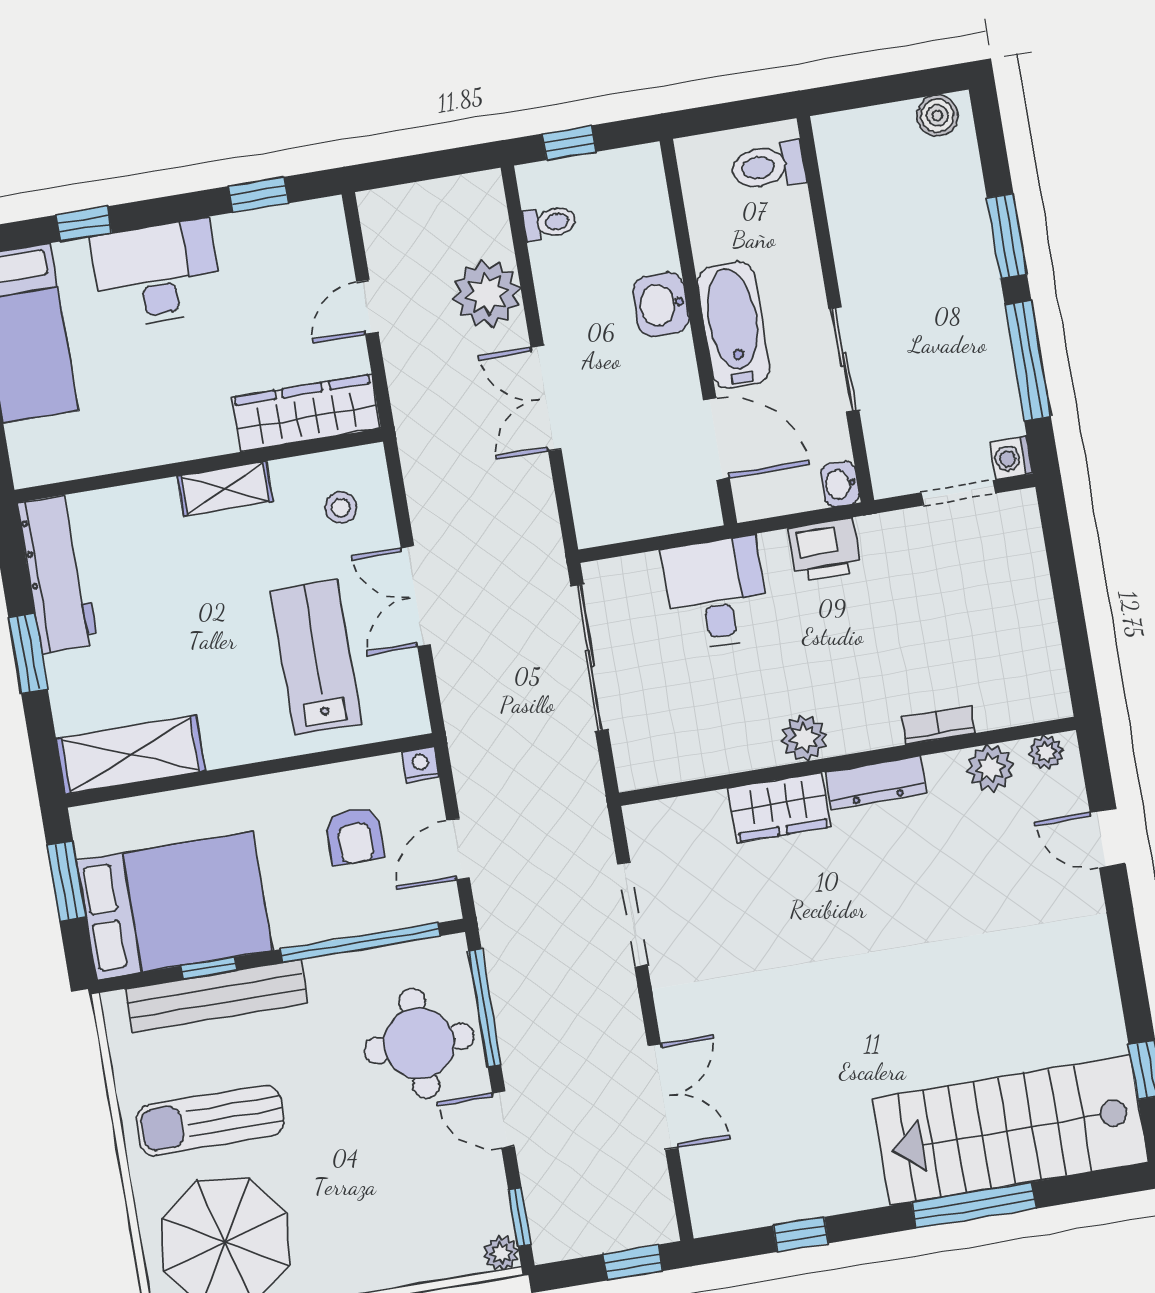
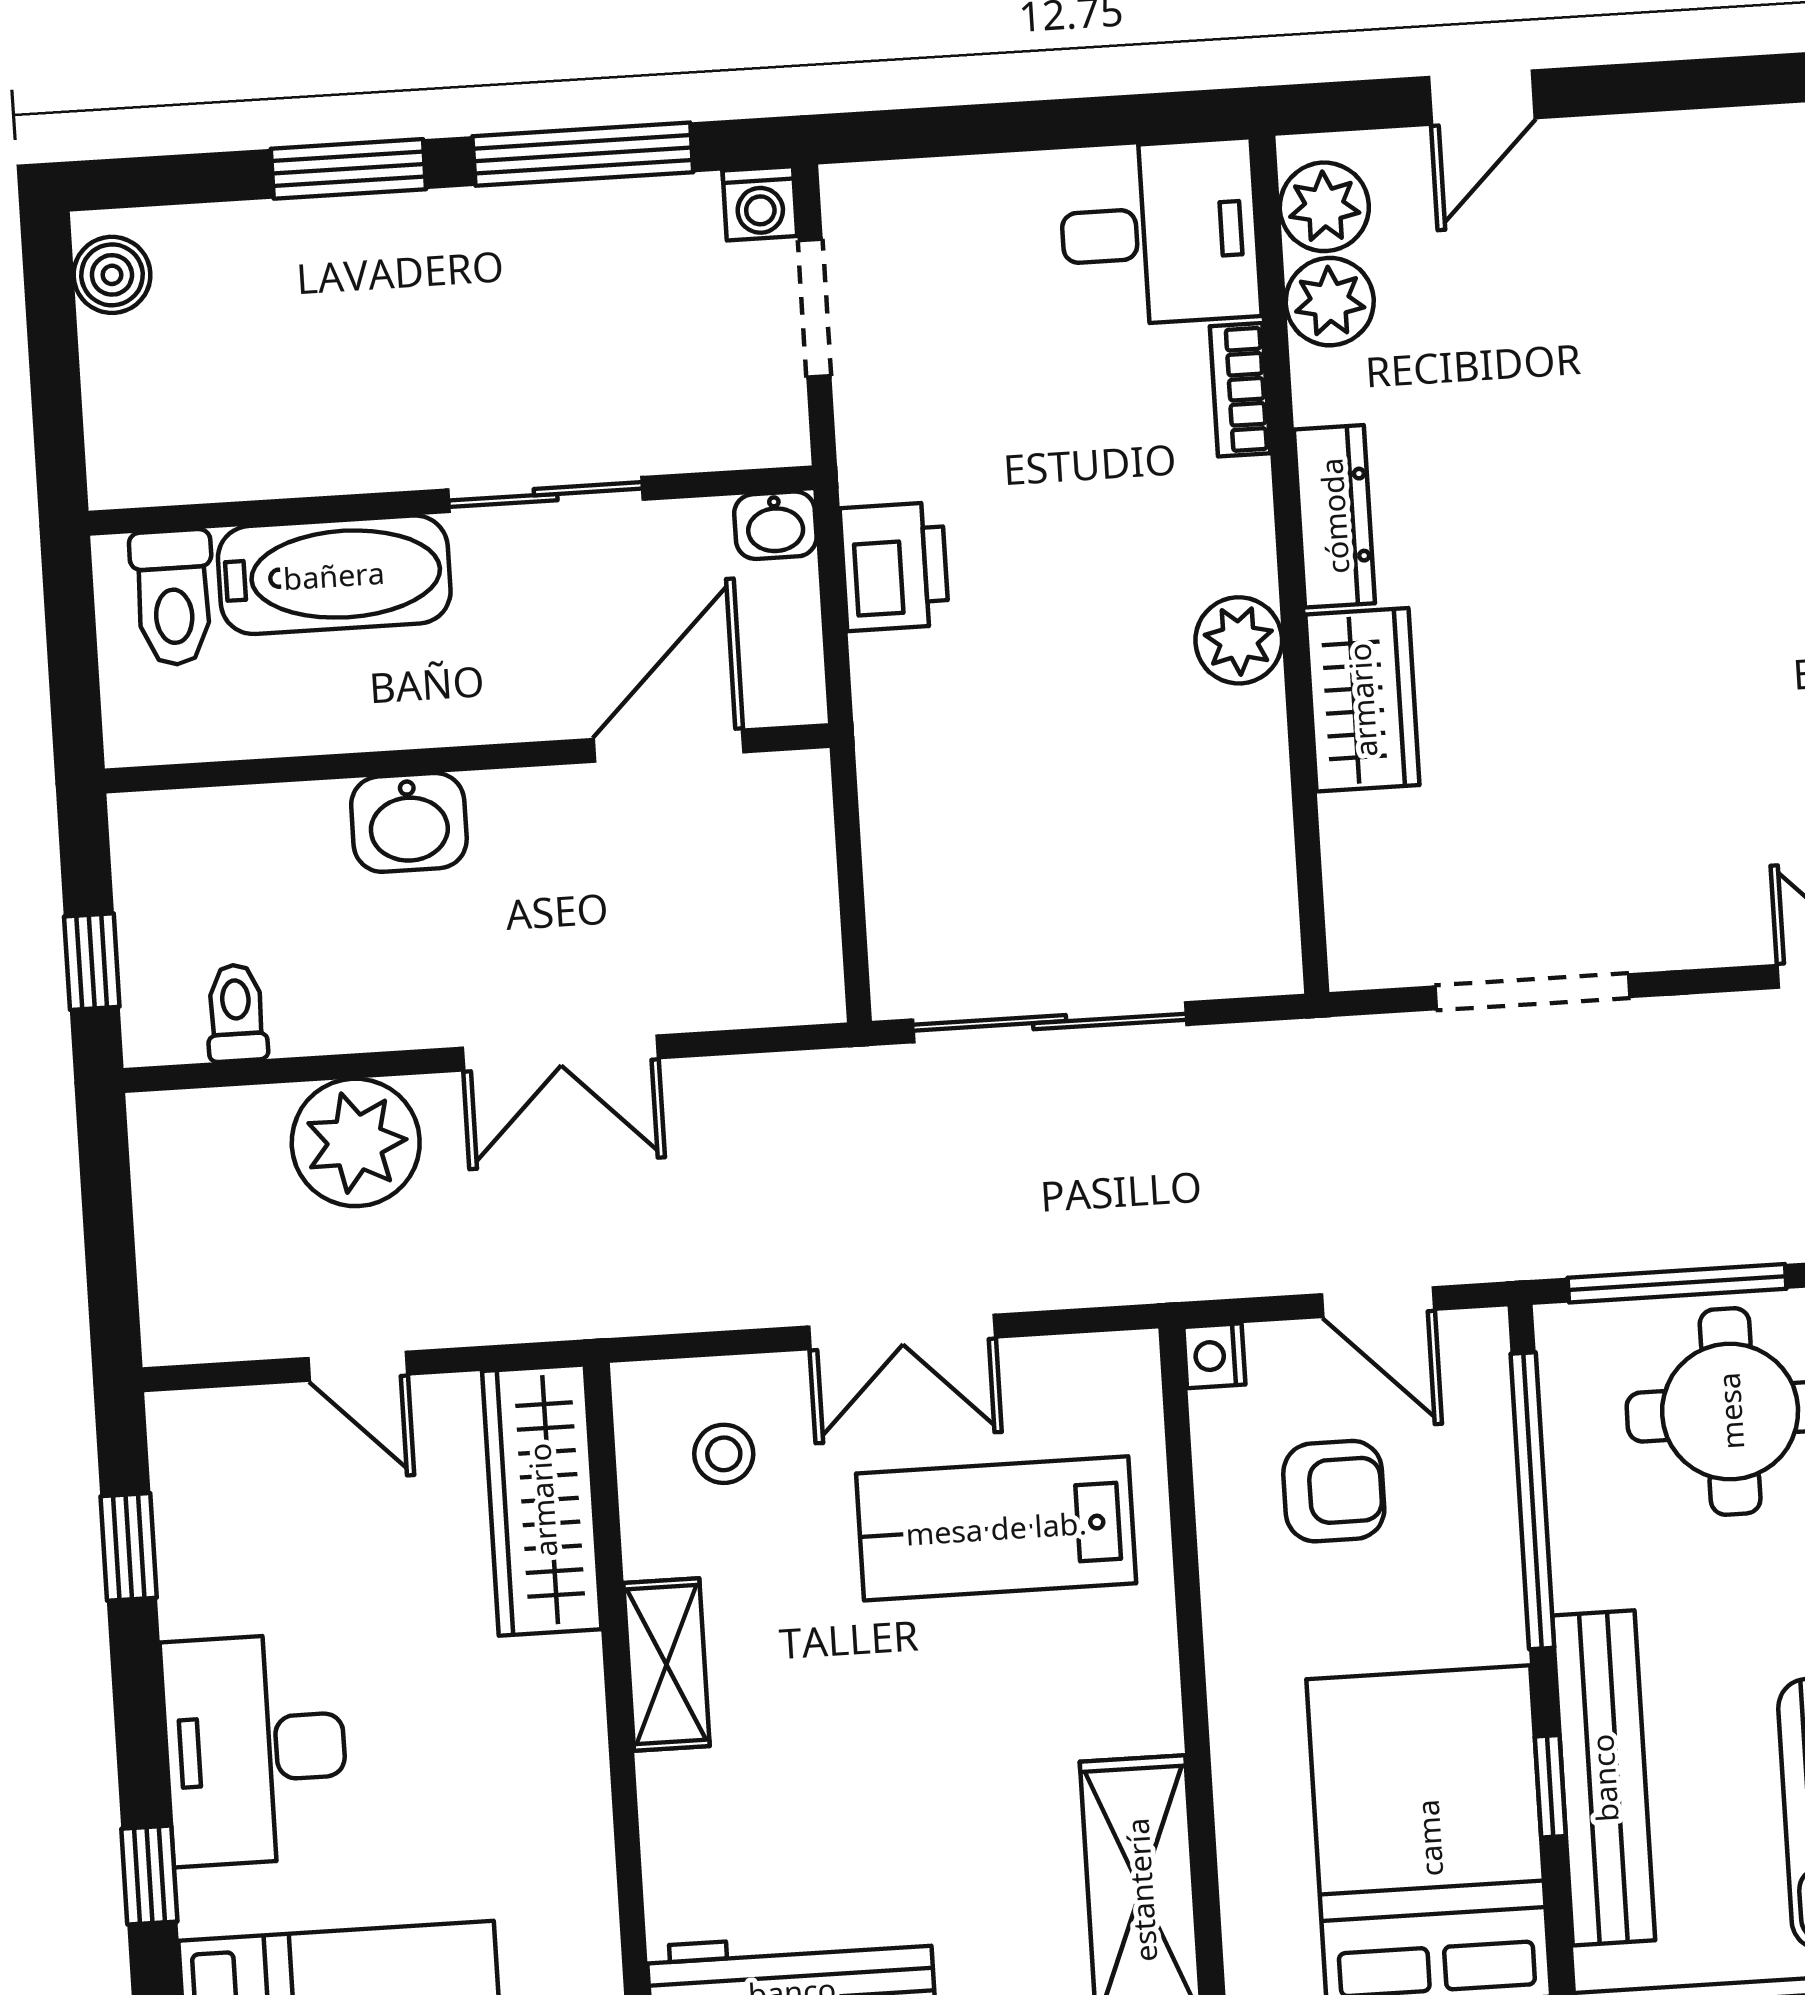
bathtub: (734, 325) -> (334, 575), moved, turned 180
desk: (716, 593) -> (1160, 233), moved, turned 180
plant: (1046, 752) -> (1324, 207), width x1.38, depth x1.38

